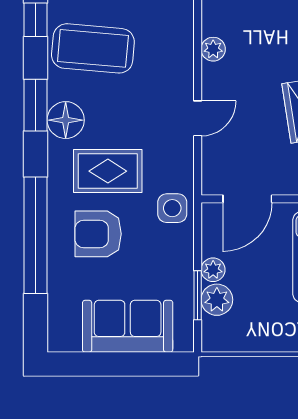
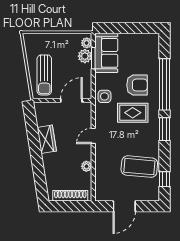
window: (36, 105) -> (165, 129), moved
floor lamp: (66, 120) -> (151, 135), removed
plant: (213, 270) -> (87, 43), moved
sofa: (128, 326) -> (106, 53), moved, turned -90

